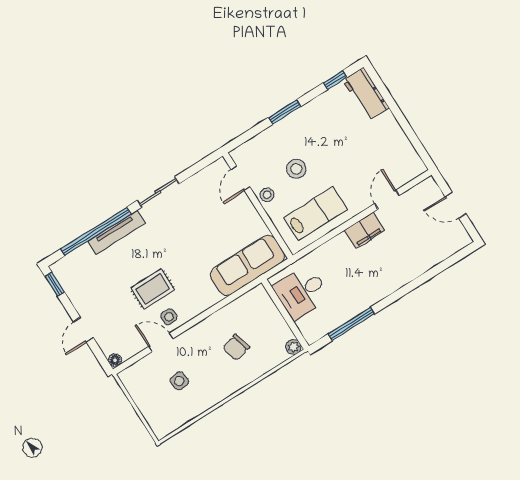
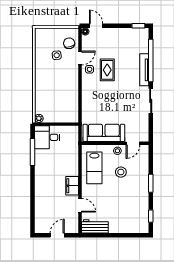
workbench: (366, 94) -> (95, 226), moved
door: (240, 178) -> (133, 143), swing flipped
sofa: (247, 265) -> (104, 133), moved, turned -90
desk: (302, 292) -> (47, 137), moved, turned -90
door: (83, 330) -> (96, 26), moved
chair: (236, 347) -> (69, 43), moved

